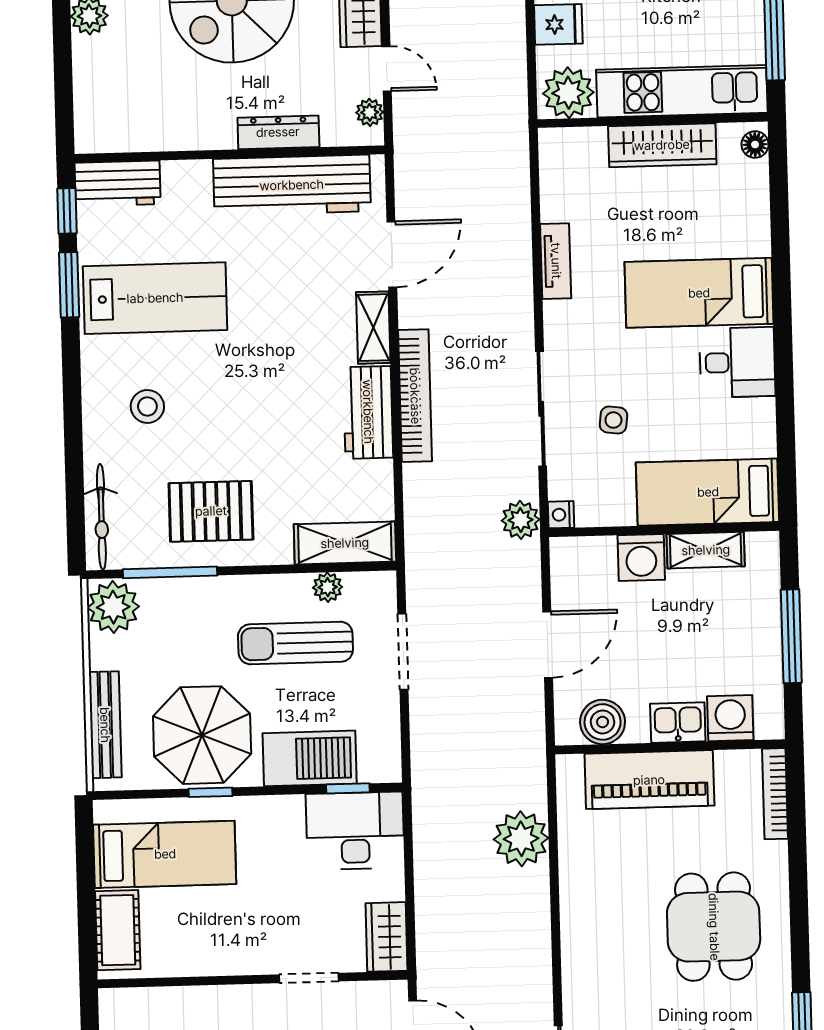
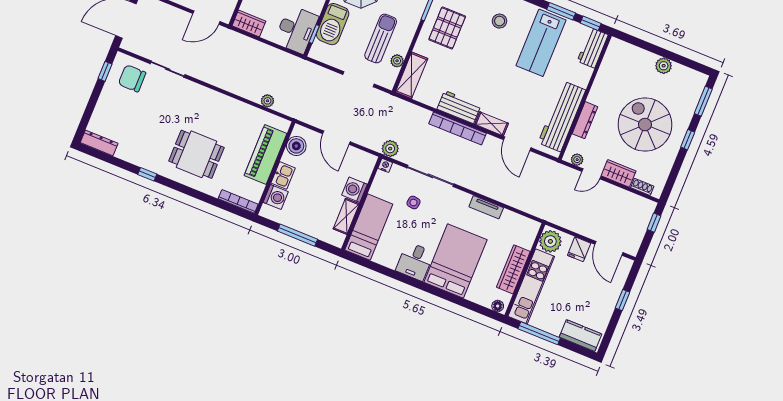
bed: (699, 293) -> (455, 261), width x1.50
plant: (521, 839) -> (267, 101), width x0.53, depth x0.53

